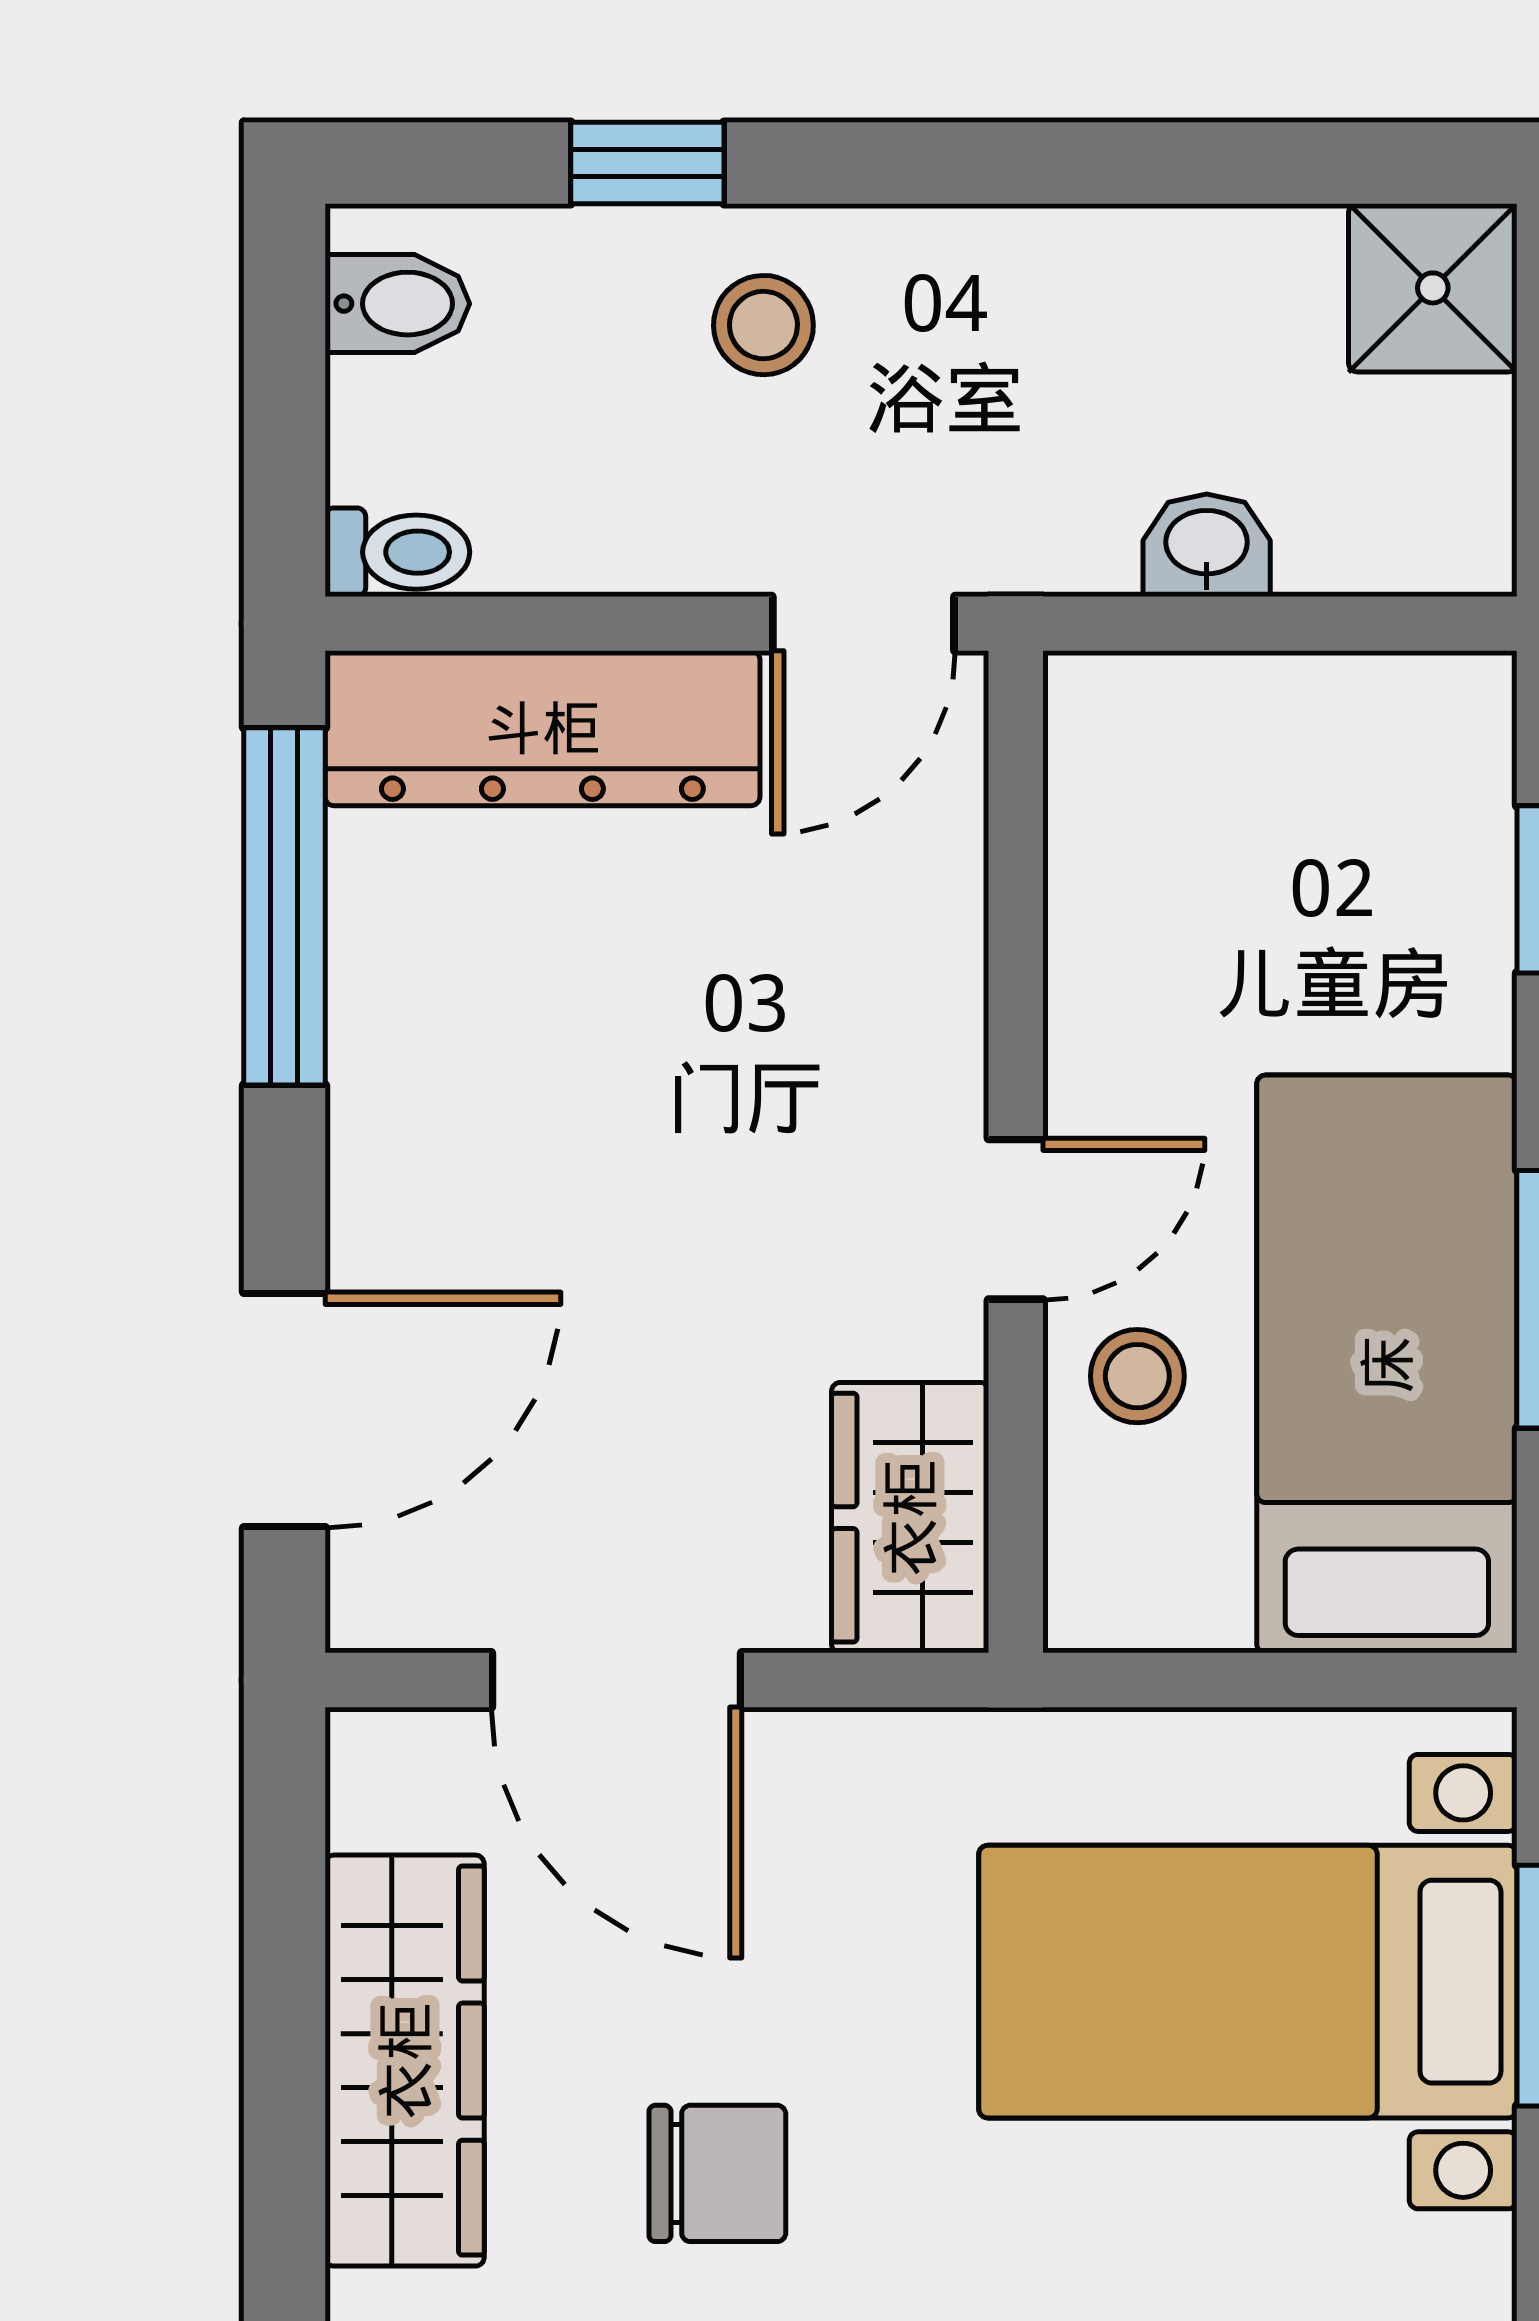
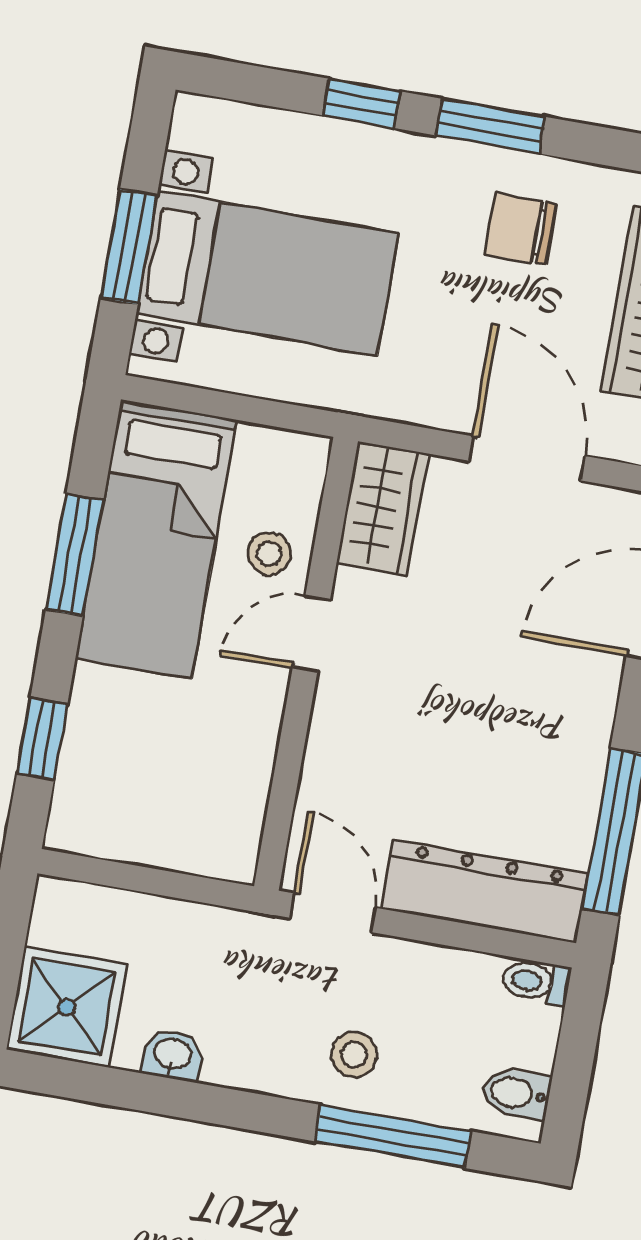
window: (647, 163) -> (393, 1136), width x2.17
shower: (1433, 288) -> (67, 1007), width x1.36, depth x1.36
washbasin: (1207, 545) -> (173, 1055), moved, turned 180
door: (863, 624) -> (333, 913), hinge flipped

